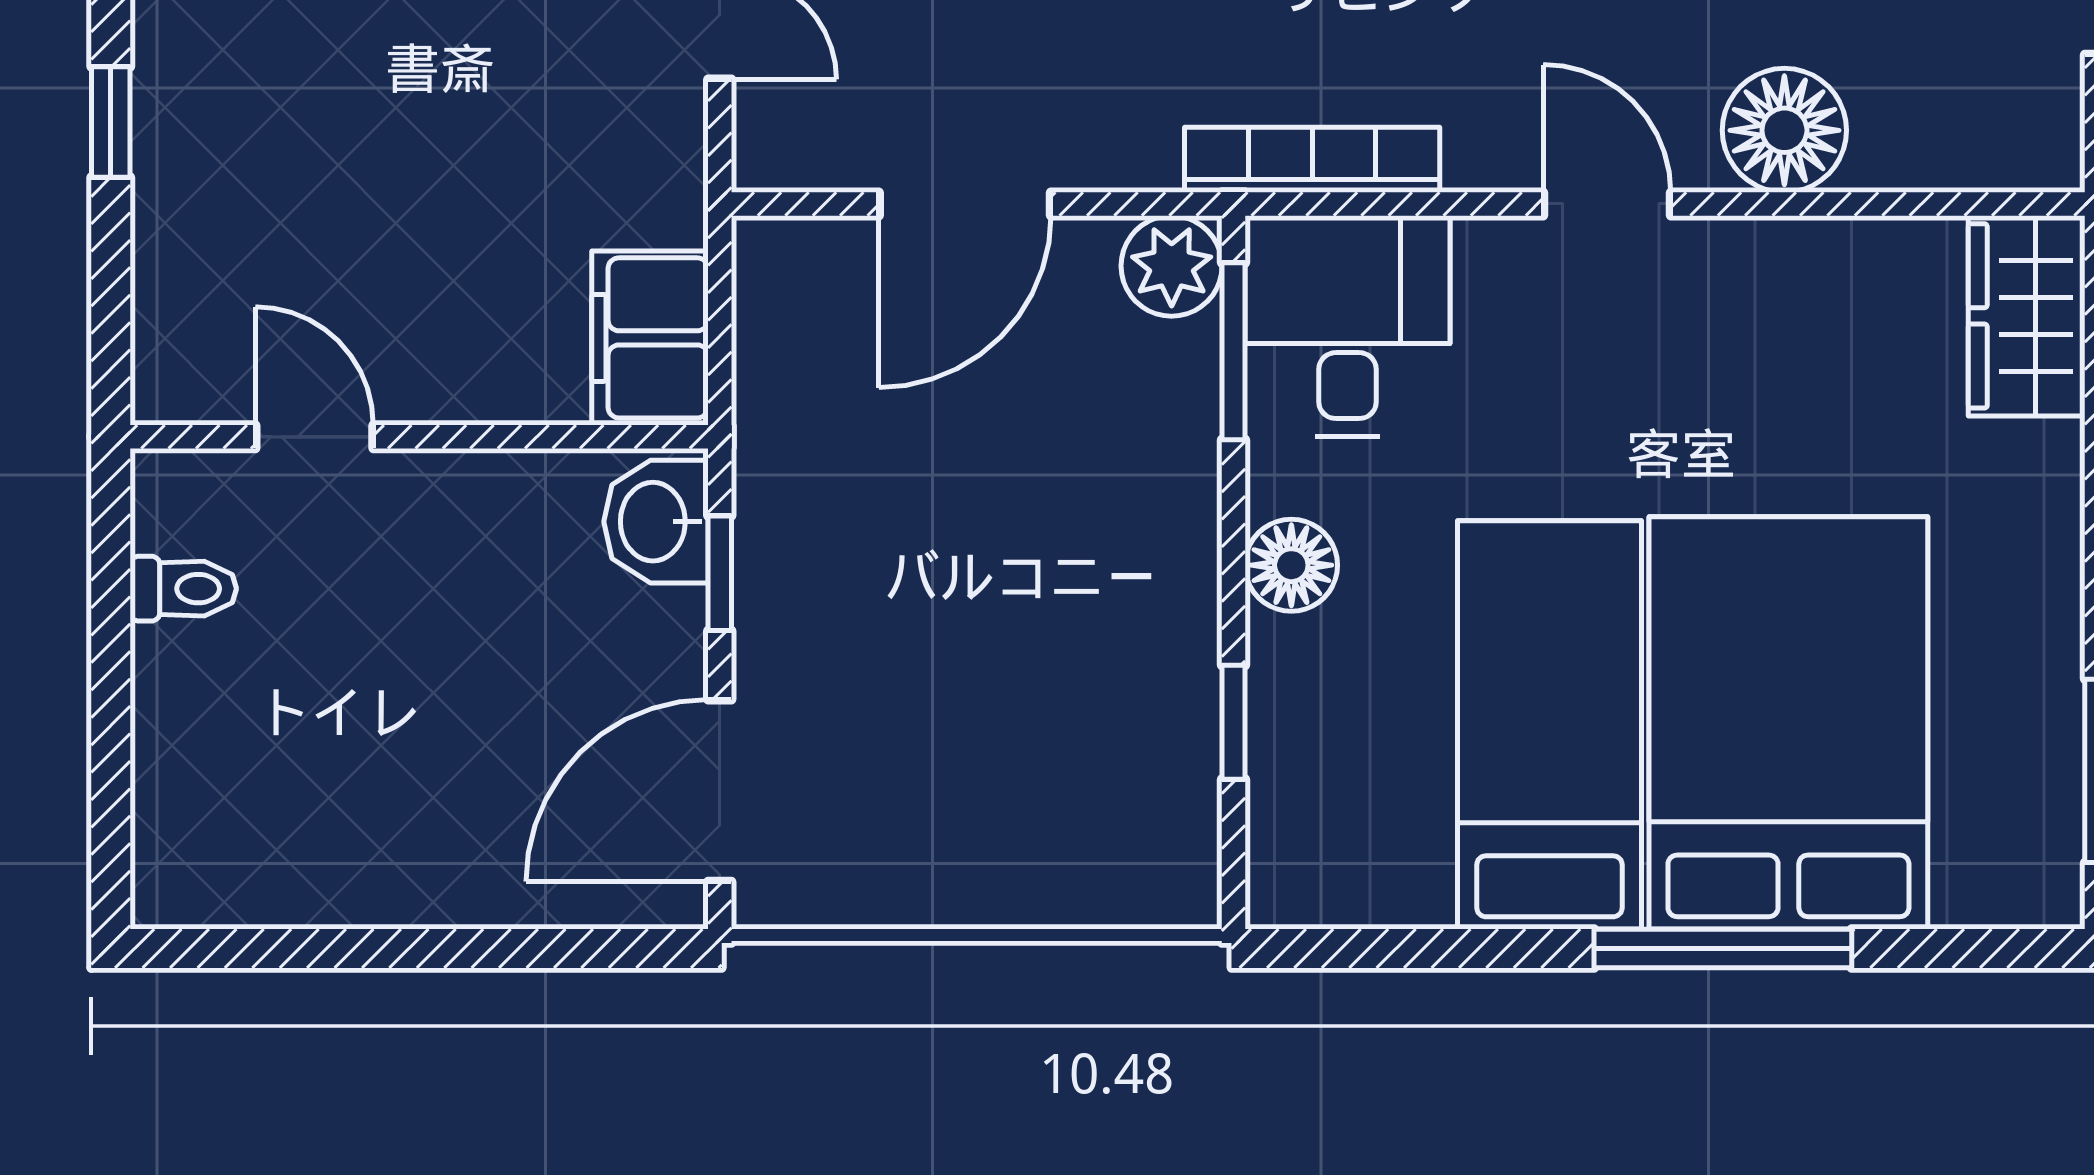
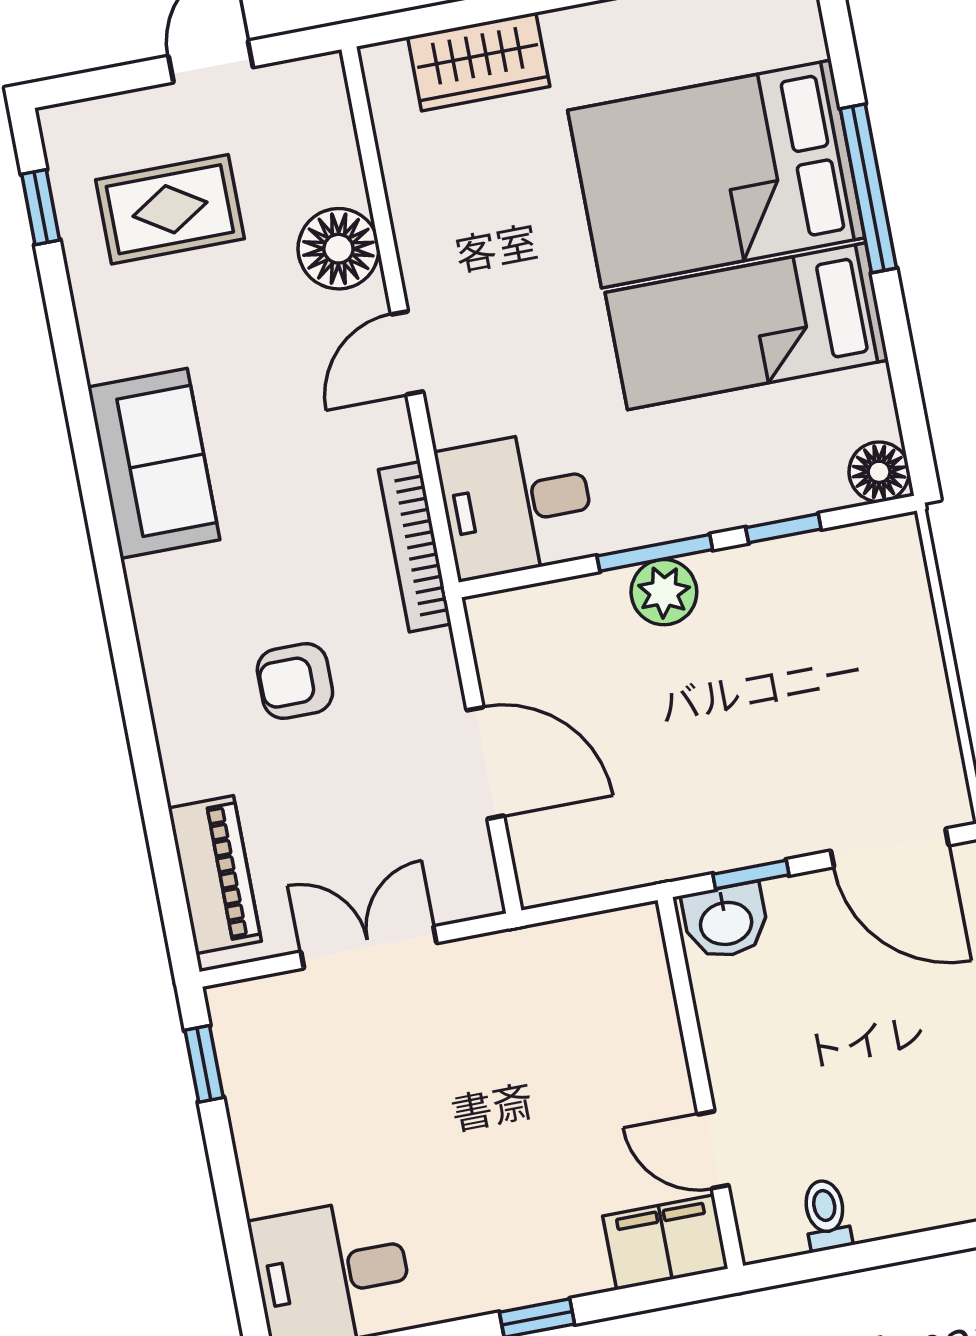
plant: (1172, 266) -> (664, 592), moved
wardrobe: (2027, 316) -> (479, 62), moved
filing cabinet: (650, 338) -> (665, 1242), moved, turned 180
window: (1234, 351) -> (655, 553), moved
door: (314, 437) -> (713, 1150), hinge flipped
floor lamp: (1291, 565) -> (879, 472), moved

